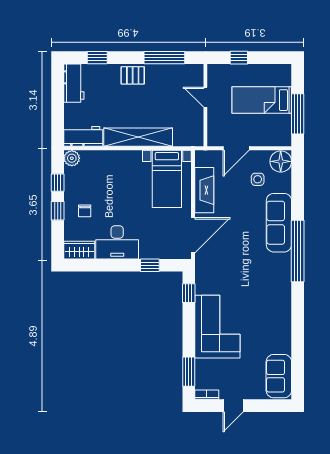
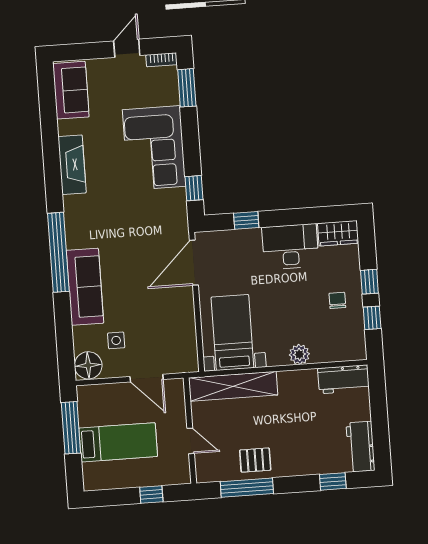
pallet: (133, 75) -> (255, 460), moved
shelving: (138, 137) -> (233, 386), moved
door: (236, 148) -> (147, 378), swing flipped
plant: (72, 158) -> (299, 354), moved
fireplace: (204, 190) -> (72, 165), moved, turned 180
chair: (85, 211) -> (337, 300), moved

